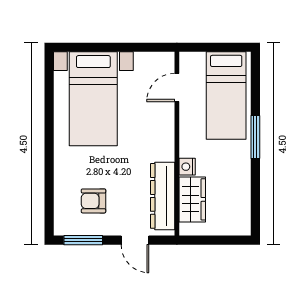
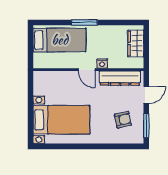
door: (177, 87) -> (87, 70), moved
wardrobe: (192, 199) -> (136, 43), moved, turned -90
armchair: (94, 201) -> (123, 120), turned -102

